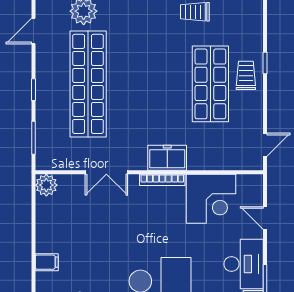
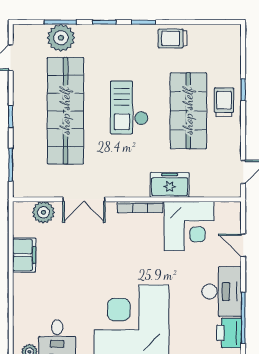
checkout: (152, 81) -> (129, 107), added
freezer: (167, 158) -> (170, 185), moved
plant: (46, 185) -> (43, 212), moved
filing cabinet: (47, 262) -> (24, 255), moved, width x2.00

